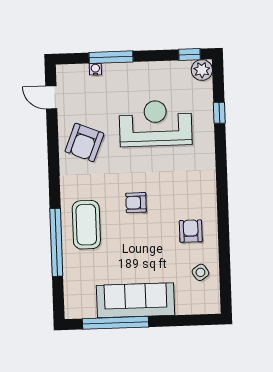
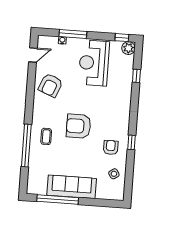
door: (51, 97) -> (33, 55), swing flipped
reception desk: (156, 123) -> (94, 63), moved, turned -90
armchair: (136, 203) -> (79, 126), width x1.88, depth x1.88
window: (223, 219) -> (132, 142), added
coffee table: (86, 225) -> (46, 136), width x0.54, depth x0.58

